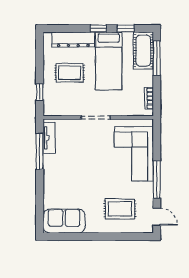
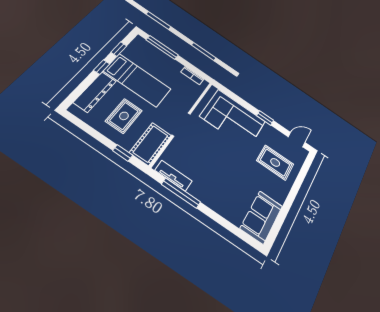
cot: (143, 51) -> (151, 144), moved, turned 90
window: (157, 180) -> (265, 118), width x0.46
rug: (120, 209) -> (275, 162), turned 90

